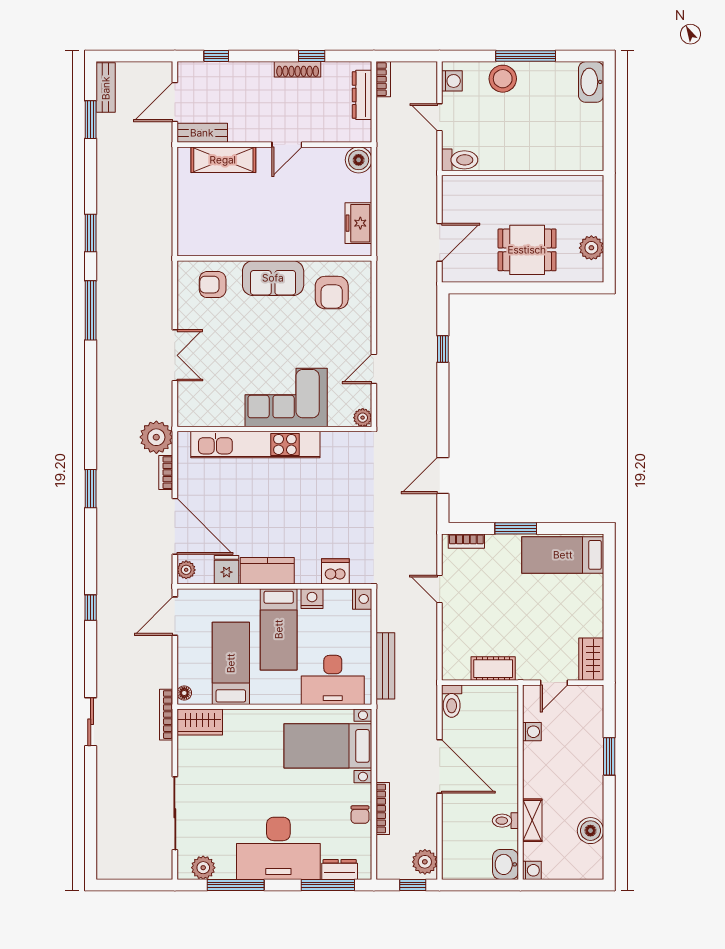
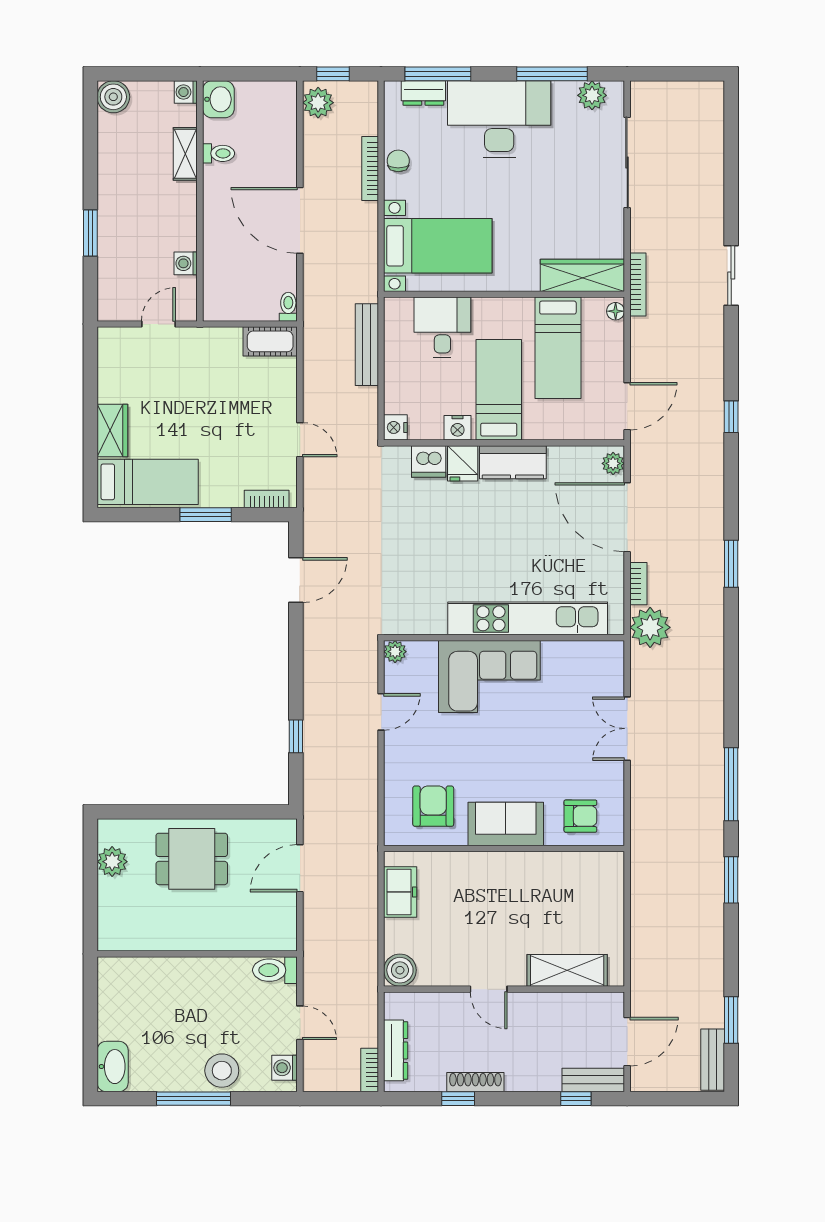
bench: (202, 133) -> (593, 1080), moved
door: (287, 145) -> (489, 989), swing flipped
fridge: (227, 570) -> (463, 463), moved
wardrobe: (591, 659) -> (112, 431), moved
cot: (493, 669) -> (270, 341), moved
desk: (333, 680) -> (442, 327), width x0.73
toilet: (452, 701) -> (288, 307), width x0.73, depth x0.72
wardrobe: (200, 722) -> (582, 275), width x1.50
boiler: (590, 831) -> (113, 97), moved

